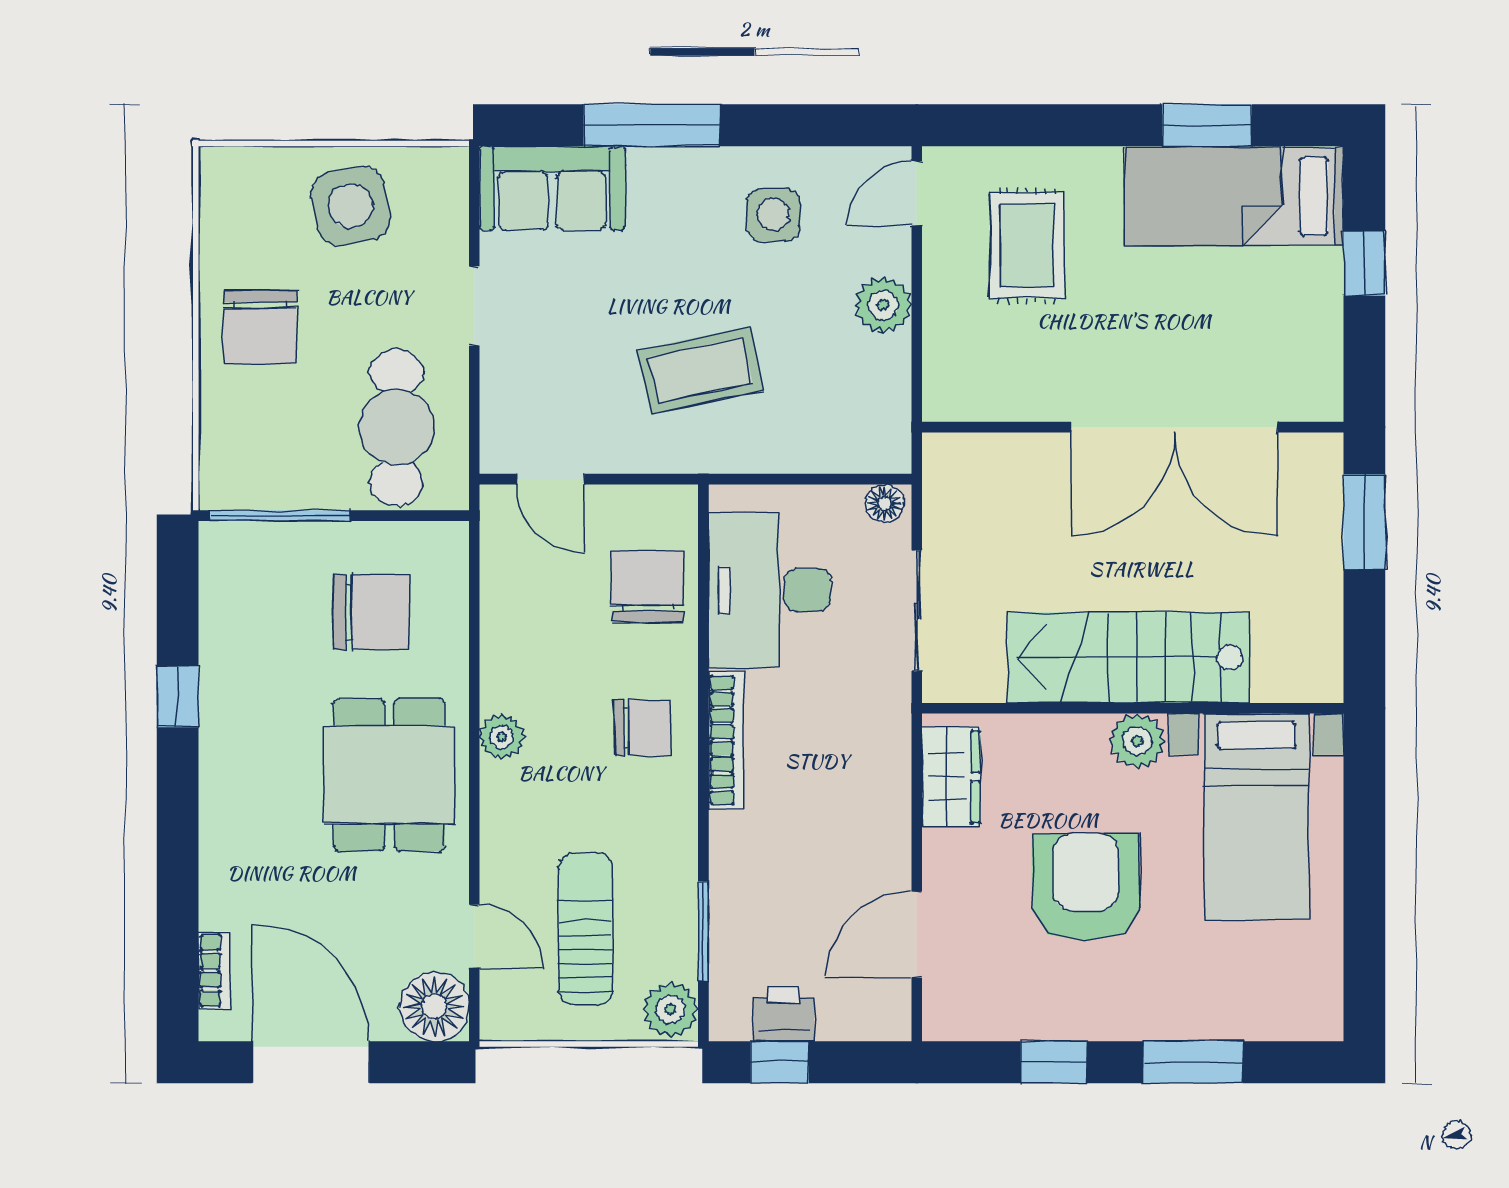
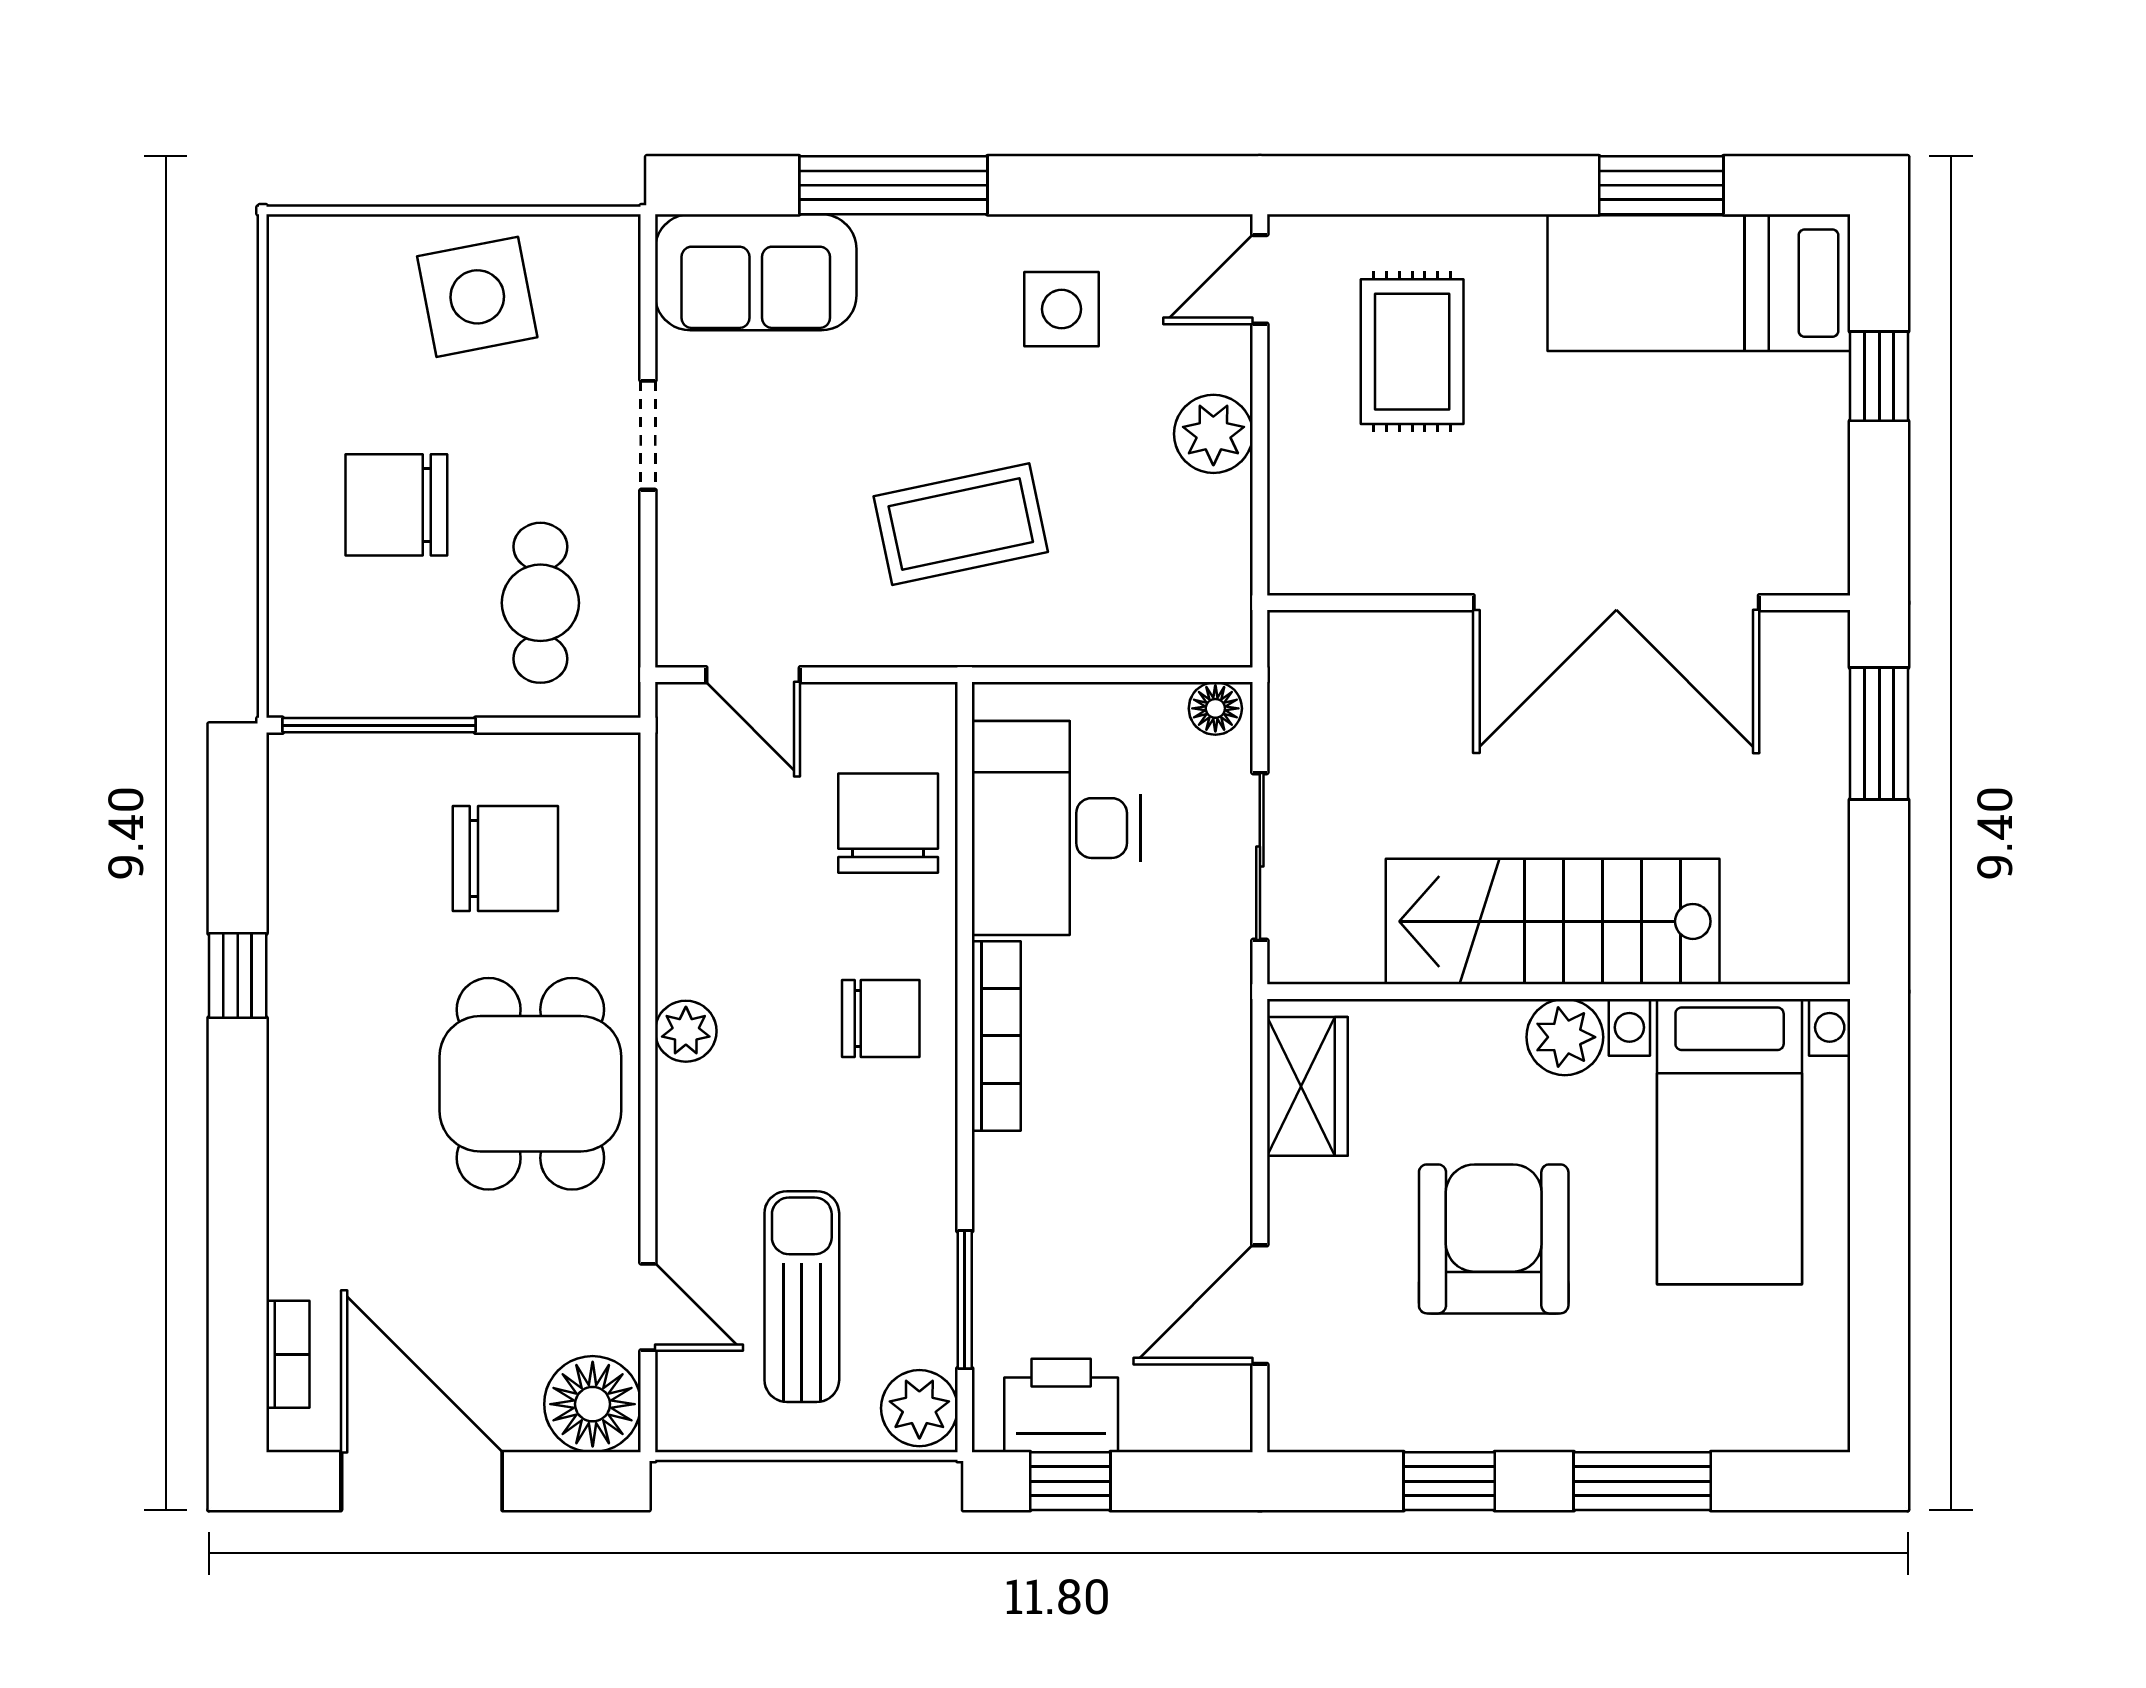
chair: (260, 327) -> (396, 505), moved, turned 90
cafe table: (397, 427) -> (540, 603), width x0.73, depth x0.74
printer: (784, 1014) -> (1061, 1405), width x1.36, depth x1.24

